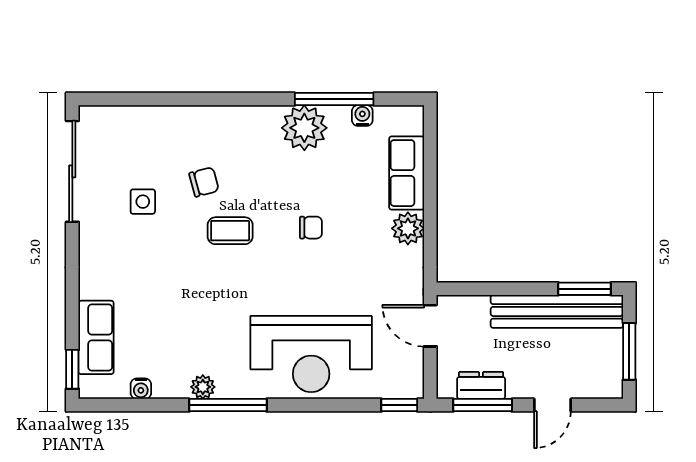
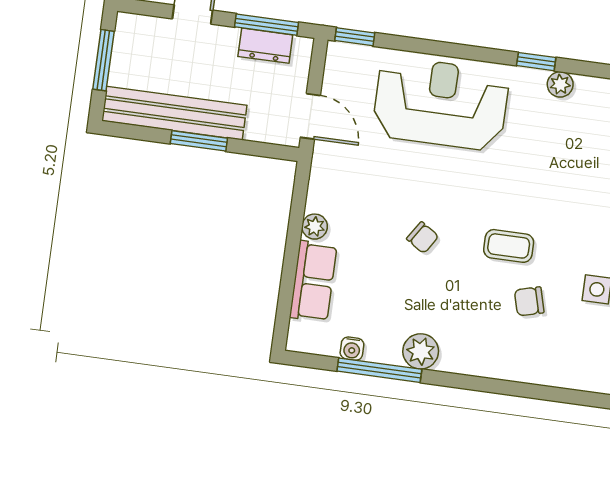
plant: (304, 128) -> (421, 351), width x0.73, depth x0.73
chair: (311, 228) -> (423, 238), turned -147
plant: (408, 228) -> (315, 227), width x0.73, depth x0.73
window: (585, 289) -> (199, 141), moved
window: (228, 405) -> (536, 62), width x0.46

